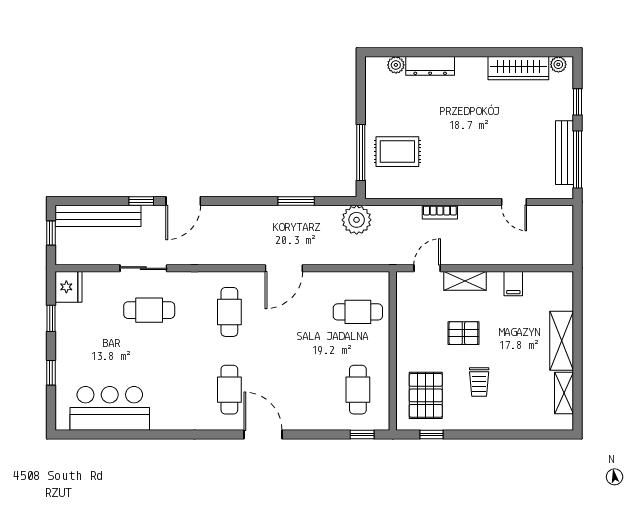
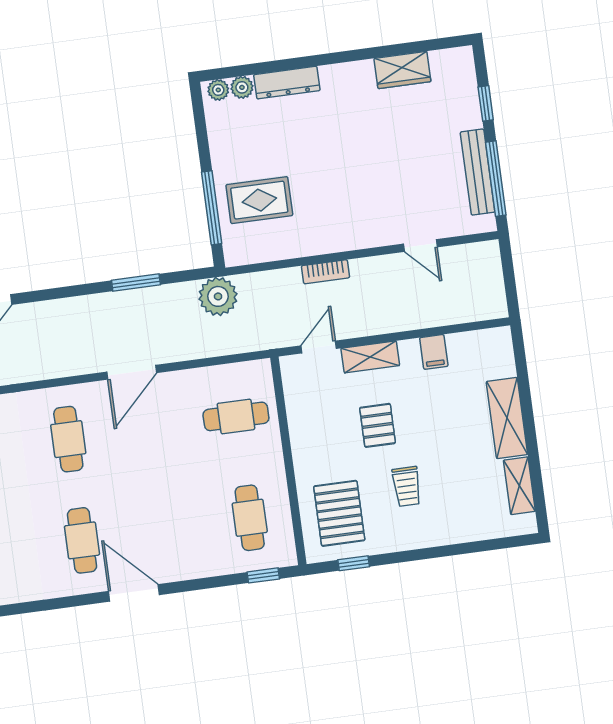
plant: (558, 64) -> (218, 90), moved
wardrobe: (518, 68) -> (402, 70), width x0.67
pallet: (463, 333) -> (378, 425), turned 90

